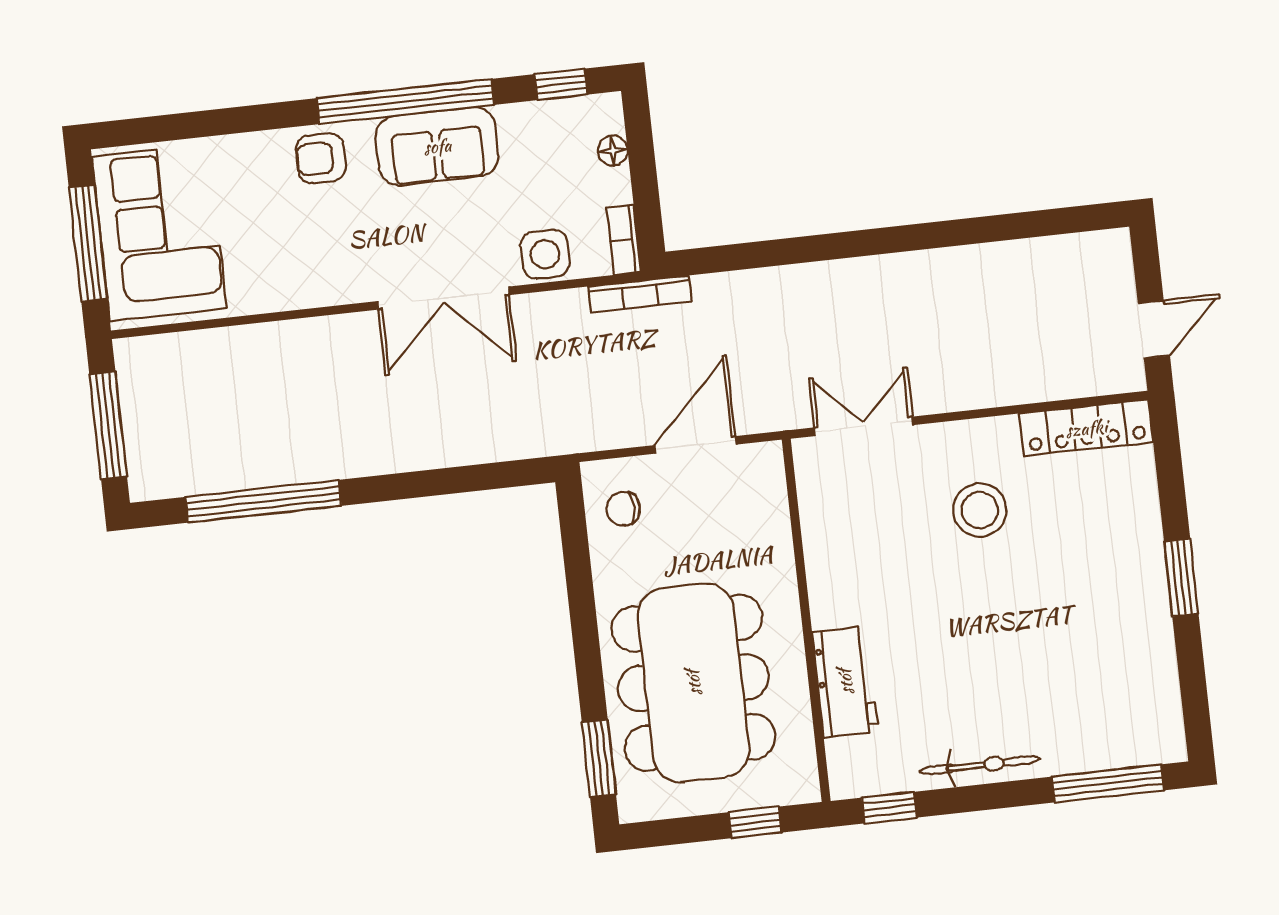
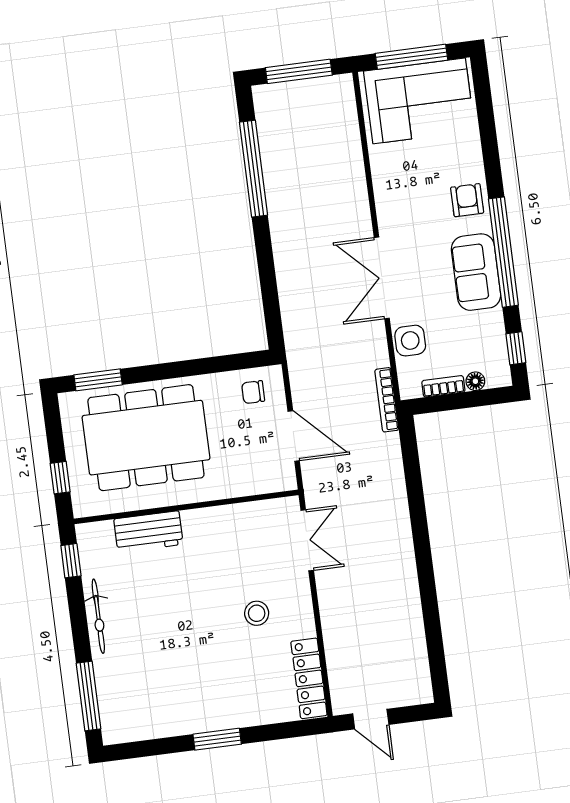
bookcase: (624, 240) -> (443, 386), moved
chair: (623, 509) -> (253, 392), turned -90
stool: (980, 510) -> (257, 613), width x0.73, depth x0.73

